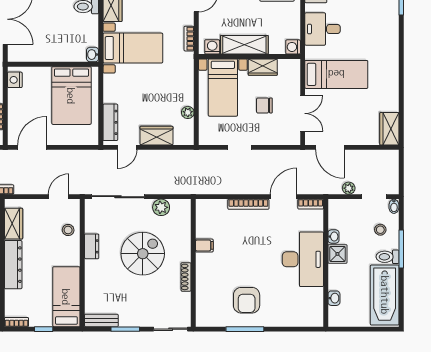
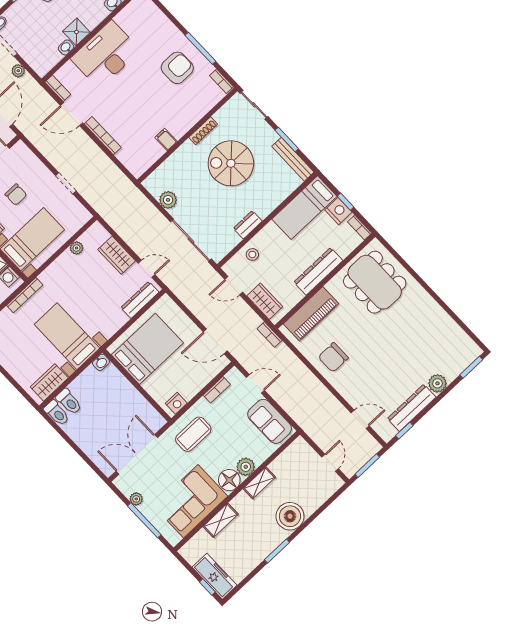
bookcase: (189, 39) -> (25, 295), width x1.56
wardrobe: (14, 224) -> (265, 301), moved, turned 90
stool: (380, 230) -> (27, 17), removed
spiral stairs: (143, 254) -> (231, 163), moved
nightstand: (42, 318) -> (338, 211), added
bench: (101, 320) -> (293, 159), width x1.36
bookcase: (208, 322) -> (221, 81), added

